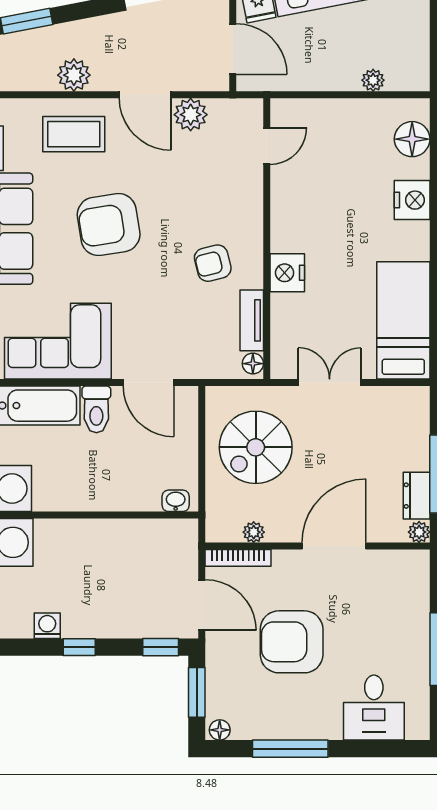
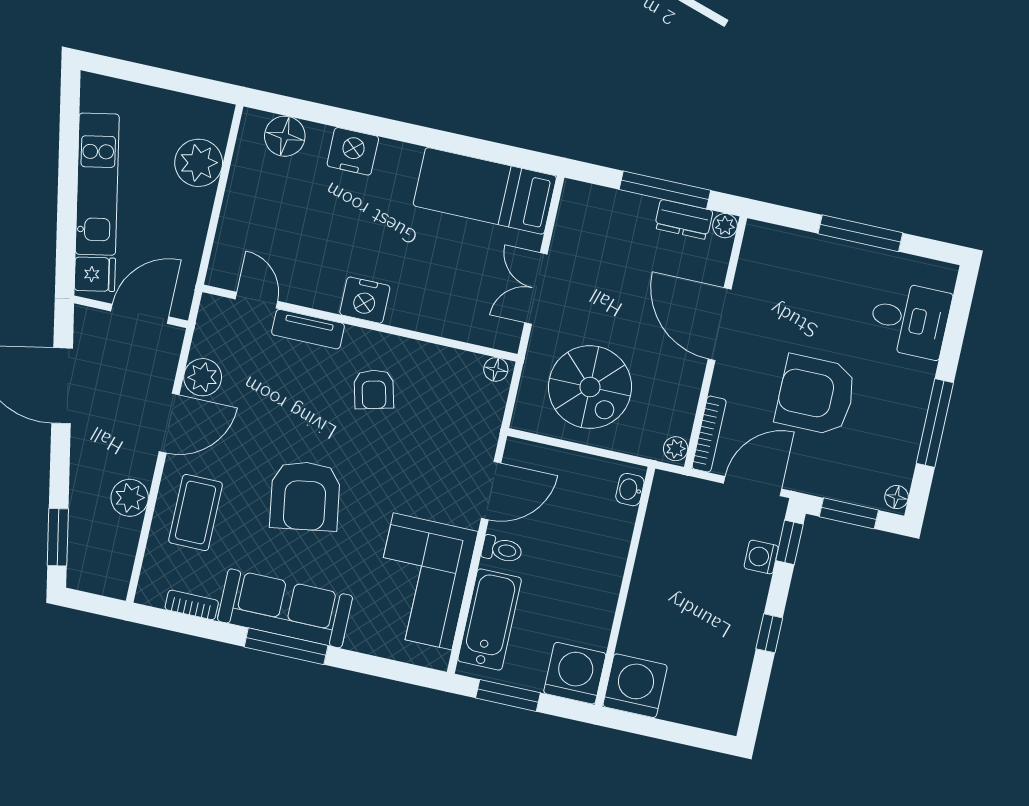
plant: (373, 80) -> (199, 163), width x1.87, depth x1.87
nightstand: (287, 273) -> (365, 300), moved
tv unit: (252, 320) -> (308, 329), moved
toilet: (96, 409) -> (502, 549), width x0.73, depth x0.72
plant: (254, 532) -> (676, 449), moved
washing machine: (47, 626) -> (761, 557), moved
armchair: (292, 642) -> (816, 395), turned 90

